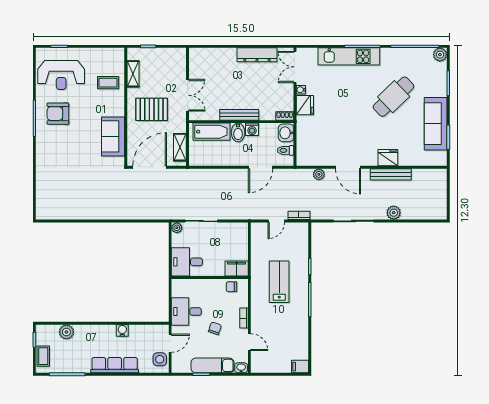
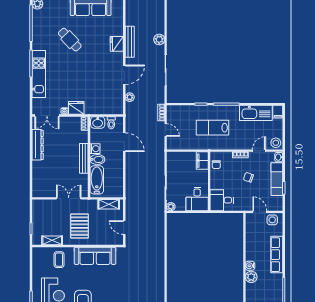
cafe table: (394, 97) -> (70, 40), width x0.73, depth x0.74
sofa: (113, 136) -> (95, 256), width x1.36
door: (150, 167) -> (124, 228), width x0.53
desk: (186, 312) -> (222, 200), moved, turned 90
water cooler: (122, 330) -> (250, 266), moved
plant: (66, 332) -> (251, 277), moved
kitchen sink: (298, 338) -> (256, 113), added
stool: (260, 364) -> (276, 143), added

